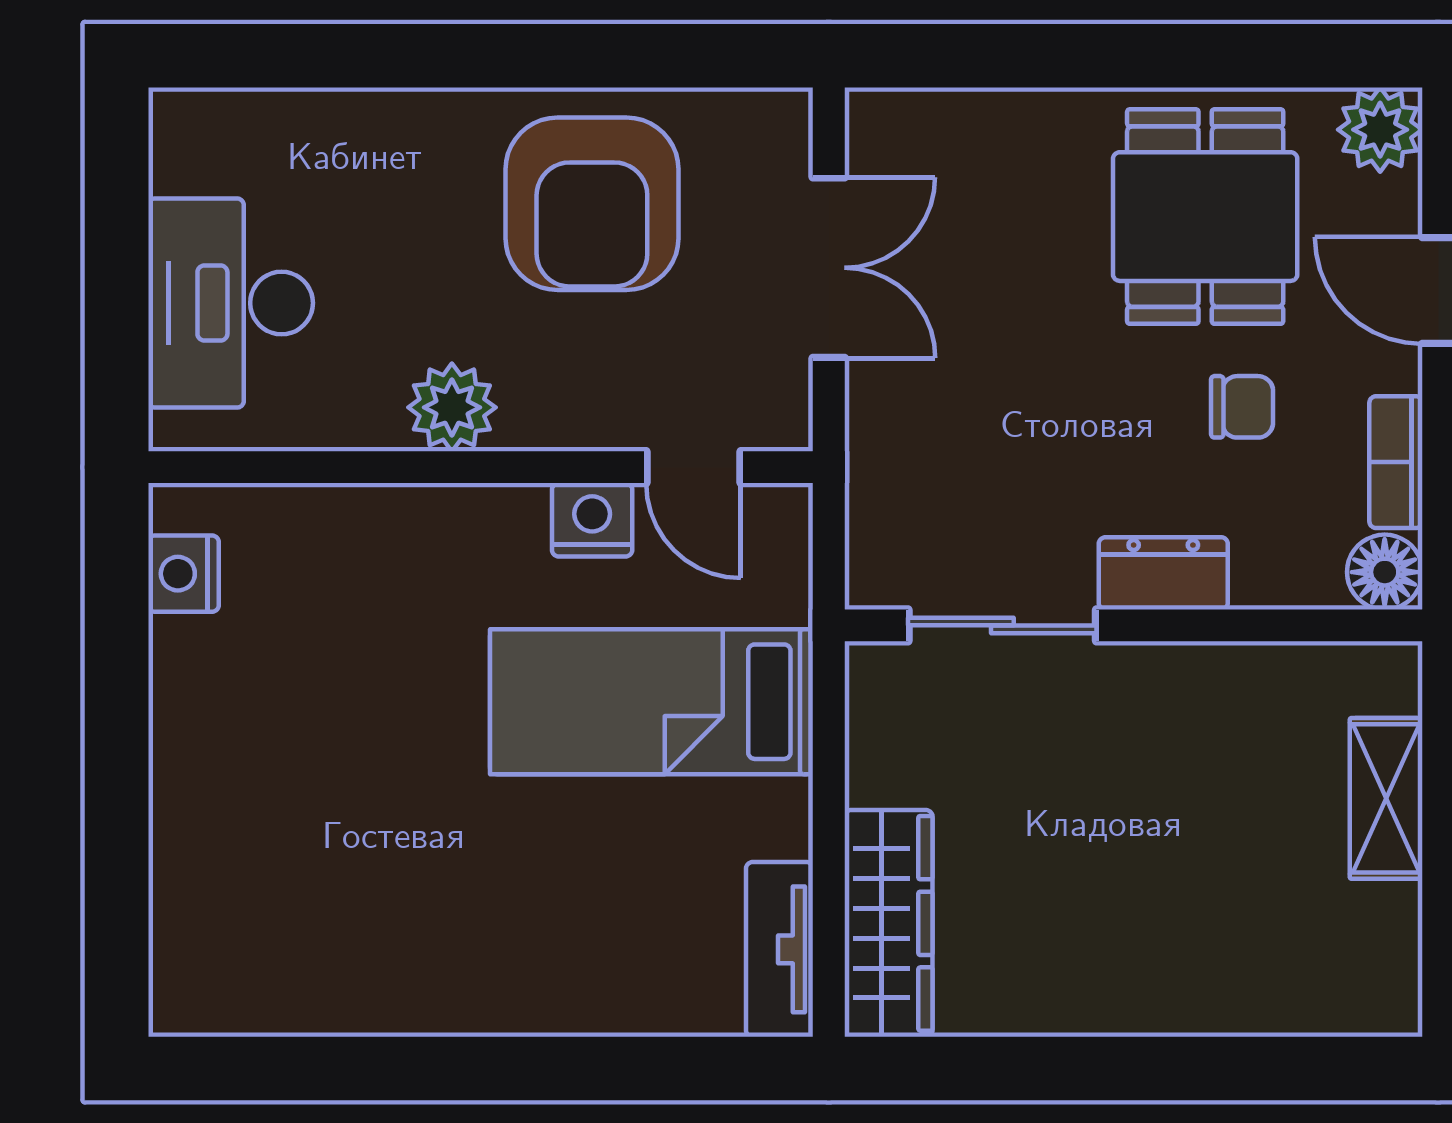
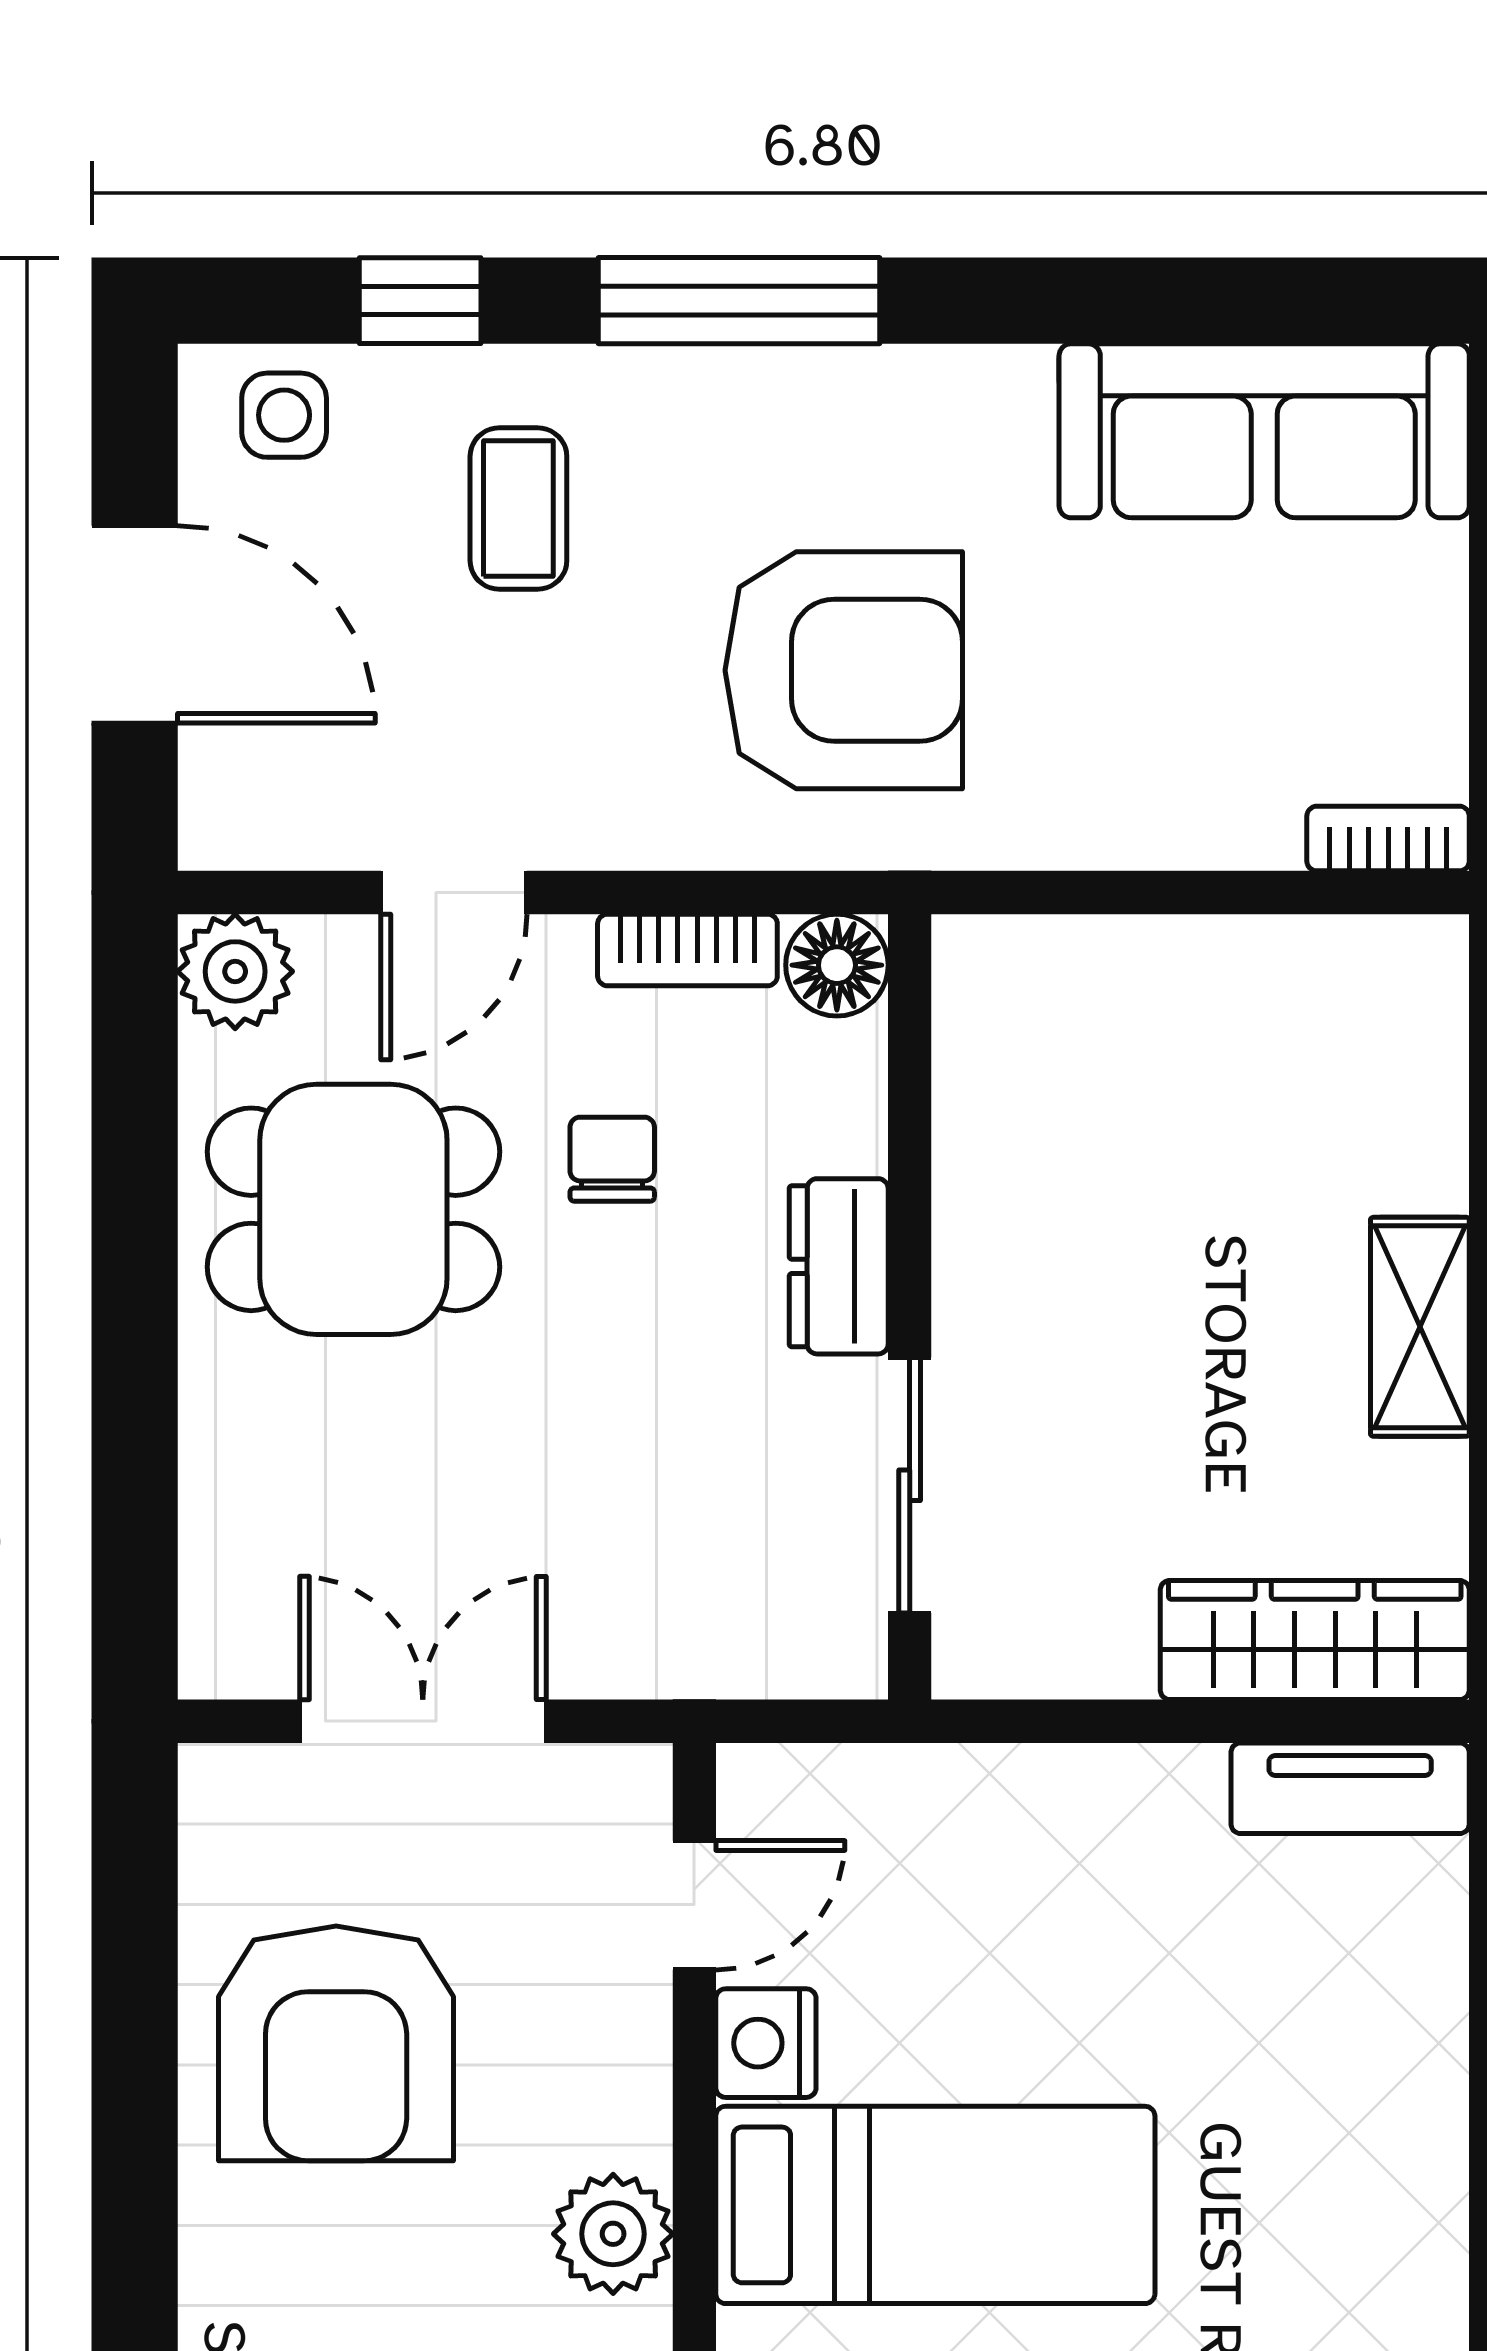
armchair: (592, 204) -> (336, 2043), turned 90
bed: (652, 702) -> (935, 2205), moved, turned -90
shelving: (1386, 798) -> (1420, 1327), moved, turned 90

